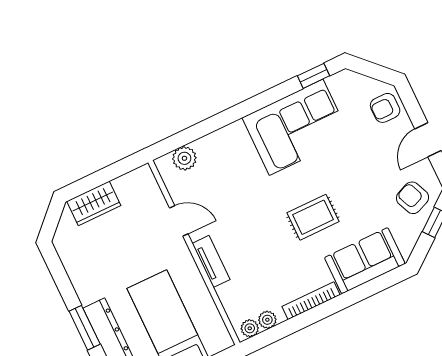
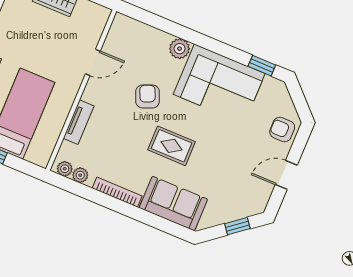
plant: (184, 158) -> (180, 49), moved
armchair: (413, 198) -> (148, 96), moved
door: (179, 221) -> (93, 62), hinge flipped
tv unit: (211, 261) -> (79, 122), moved

